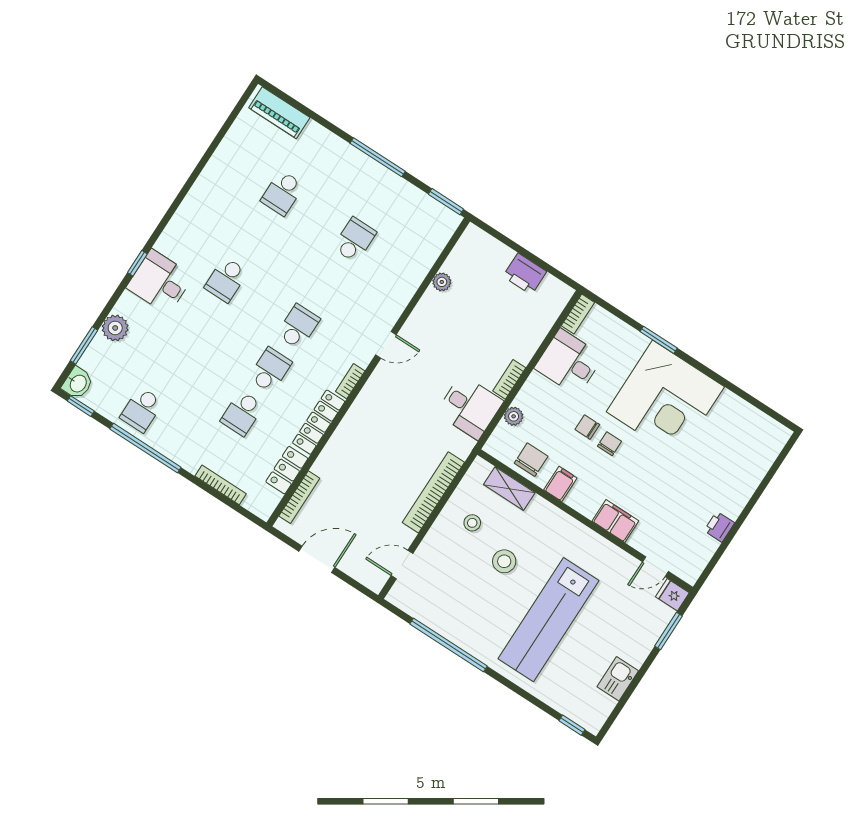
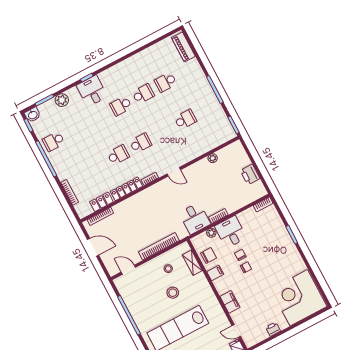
desk: (569, 362) -> (231, 232), moved
corner desk: (665, 399) -> (299, 298), moved, turned 90
school desk: (242, 413) -> (143, 94), moved, turned 180

